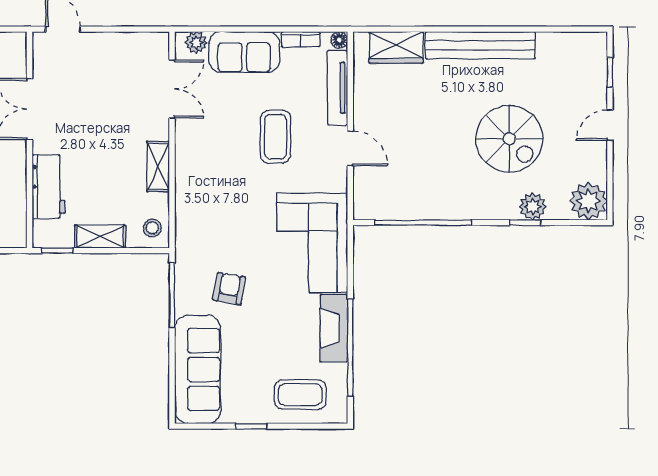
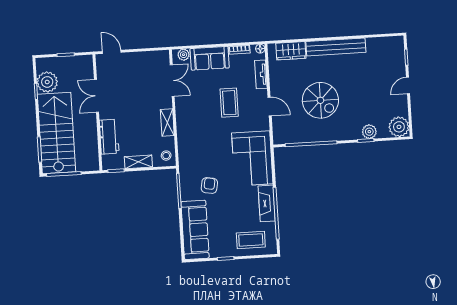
tv unit: (338, 88) -> (261, 74), width x0.71
spiral stairs: (509, 139) -> (320, 100), moved

